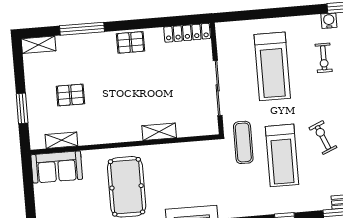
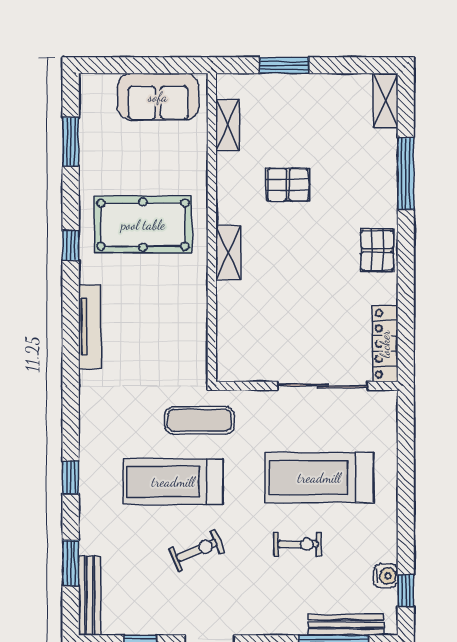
exercise bike: (324, 58) -> (298, 544), moved, turned 180
sliding door: (218, 88) -> (322, 386), moved
pallet: (70, 95) -> (288, 185), moved, turned 90
shelving: (159, 132) -> (228, 253), moved
sofa: (57, 167) -> (158, 97), moved, turned -90

